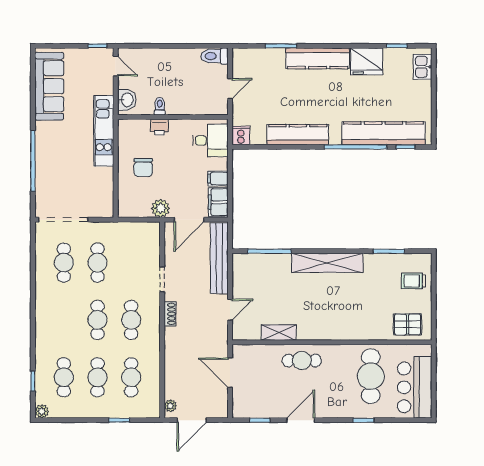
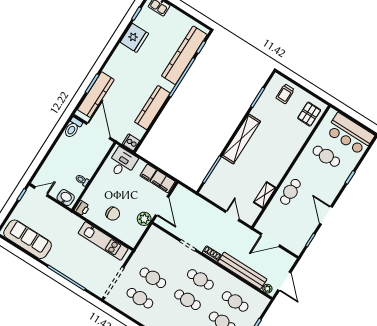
kitchen counter: (318, 58) -> (96, 95), moved
door: (230, 88) -> (98, 131), width x1.88
printer: (159, 127) -> (82, 208), moved
kitchen unit: (104, 131) -> (103, 241), moved
bench: (219, 258) -> (242, 271), moved
cafe table: (371, 376) -> (326, 156), width x0.73, depth x0.74

